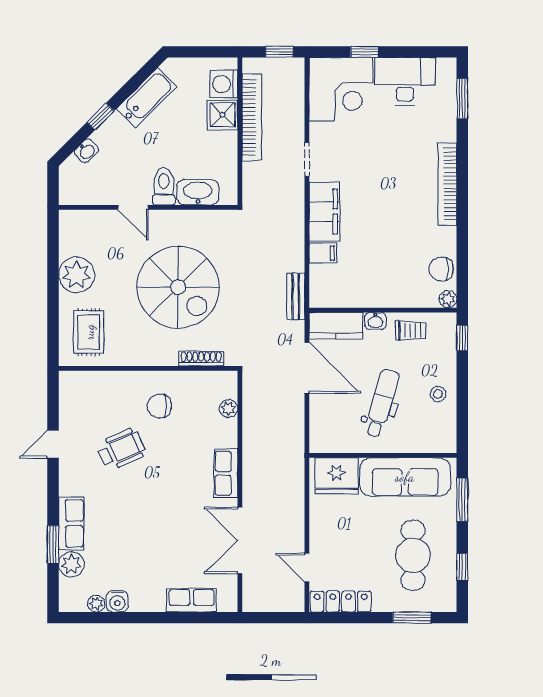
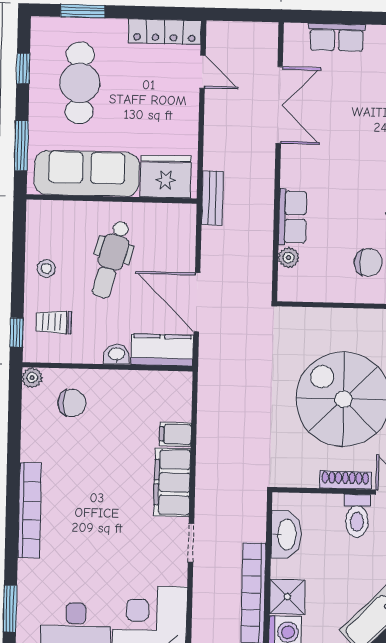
washbasin: (198, 192) -> (286, 534), moved, turned -90
chair: (441, 269) -> (72, 403), moved
bench: (296, 296) -> (212, 198), moved
trolley: (411, 330) -> (54, 322), moved
shoe rack: (201, 358) -> (345, 480), moved, turned 180
row of seats: (226, 473) -> (293, 217), moved

